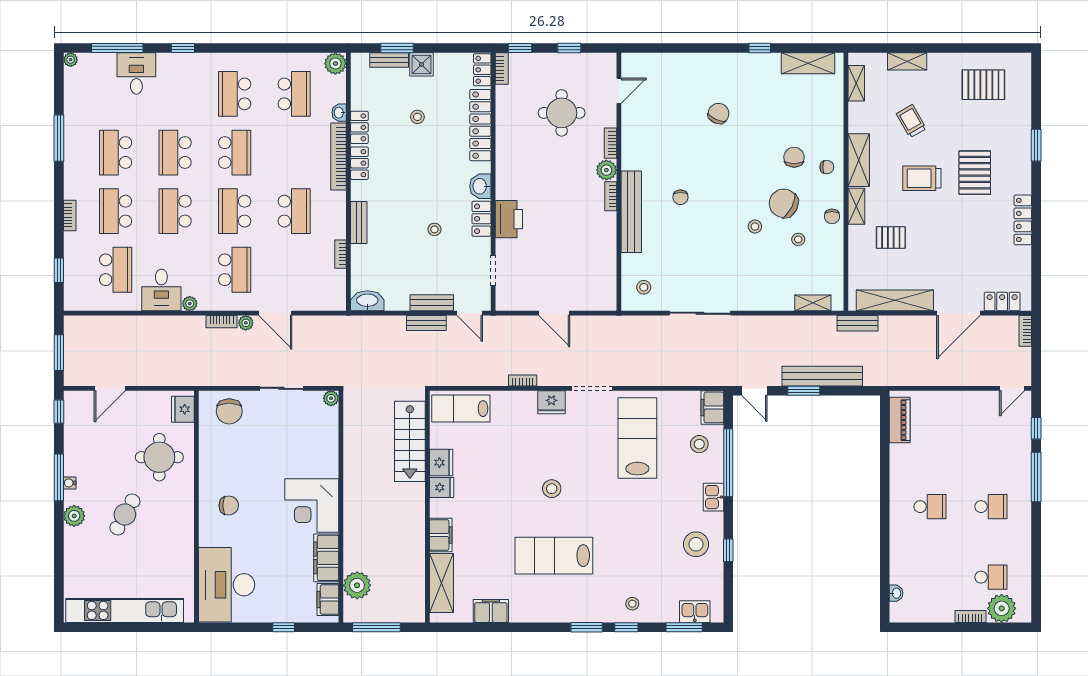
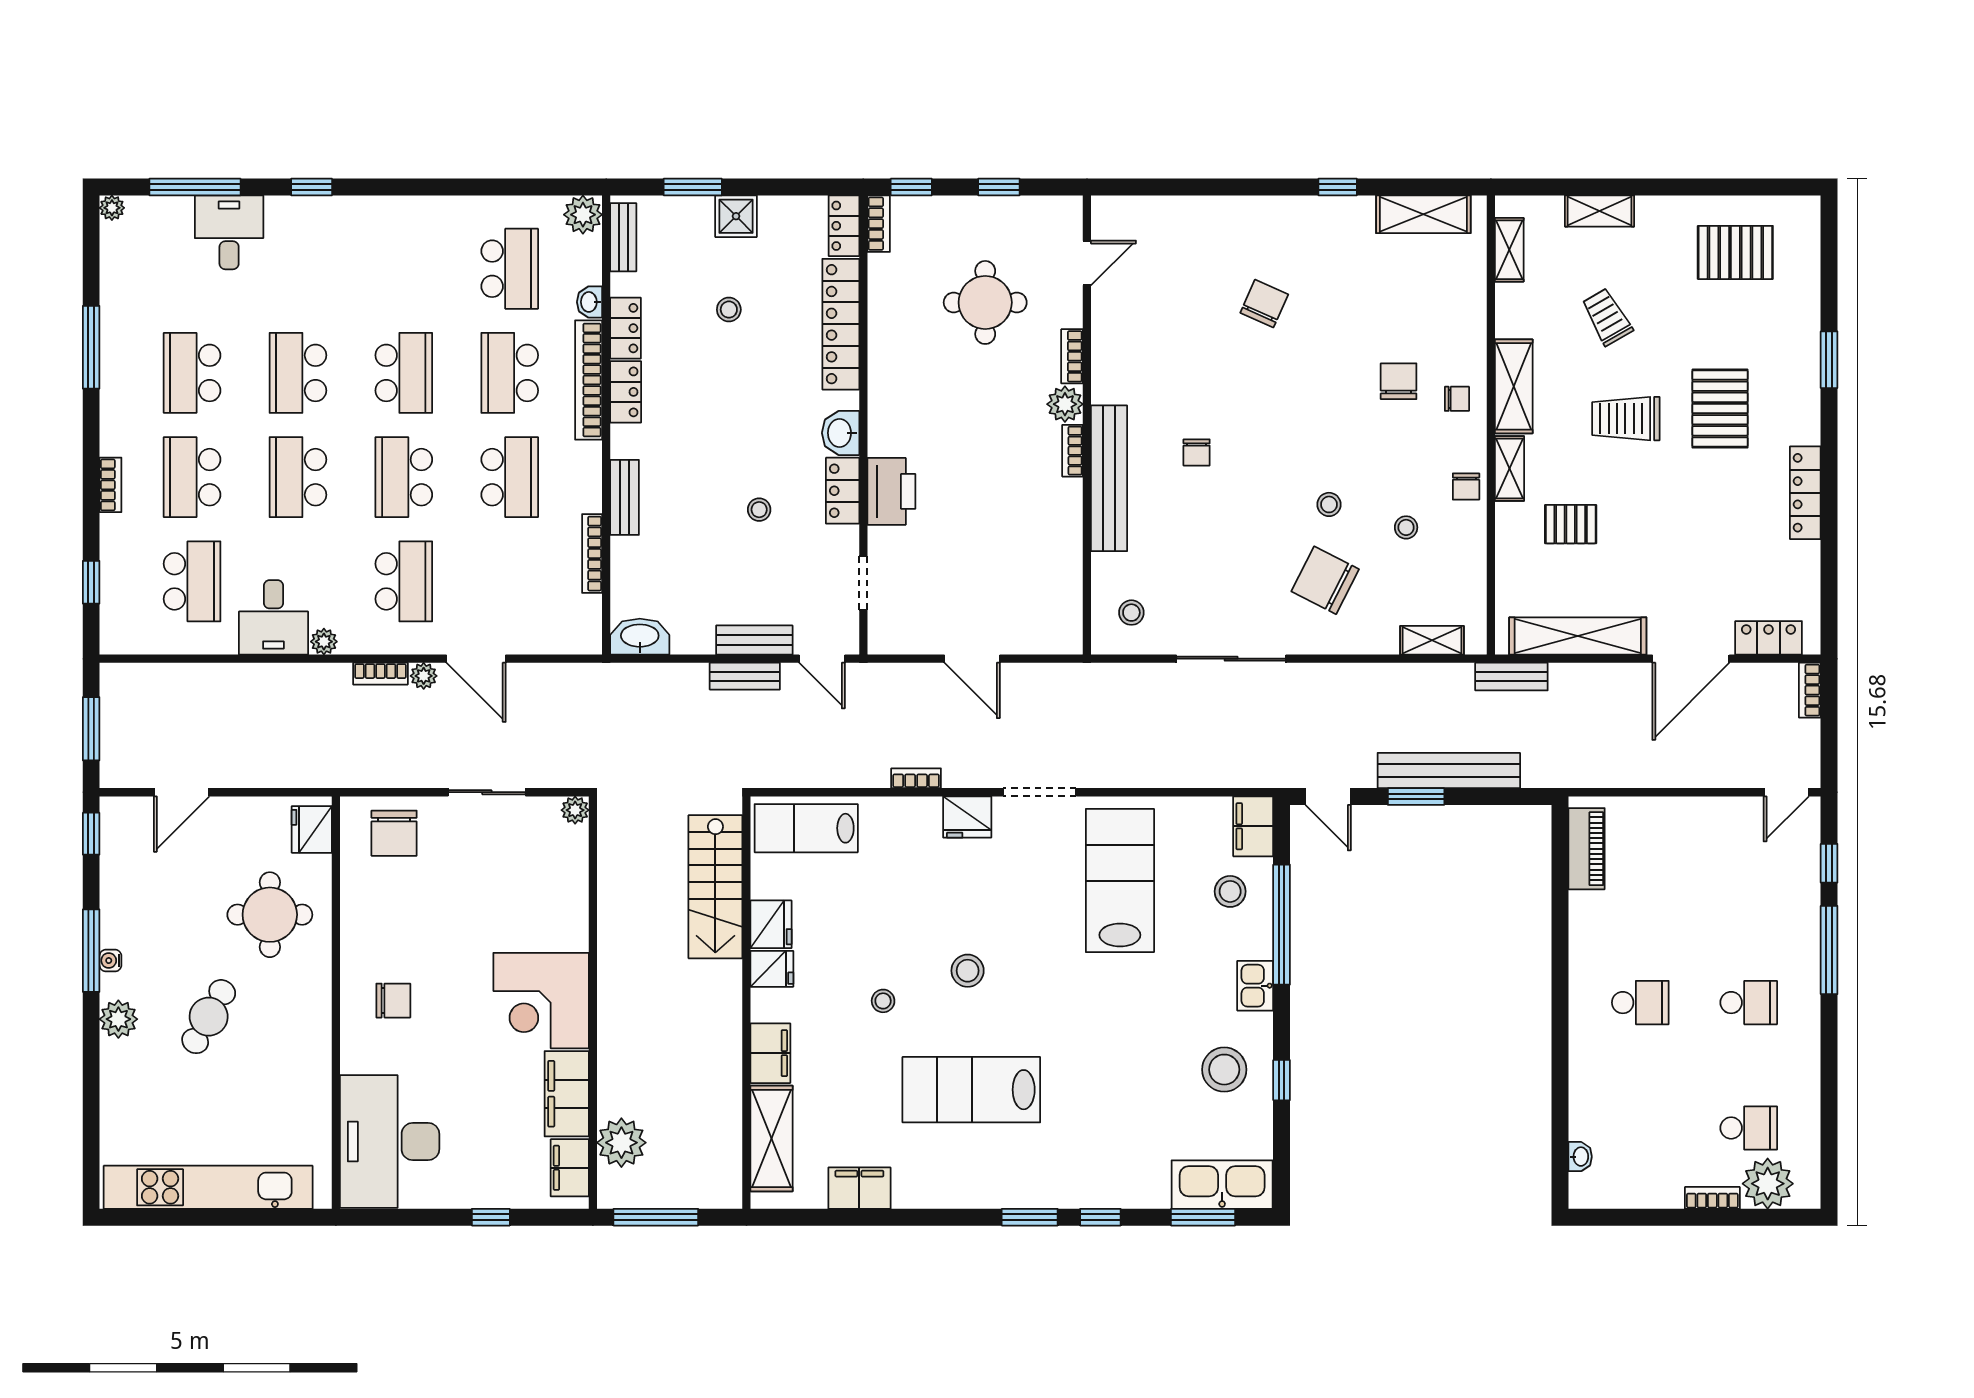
bench: (389, 60) -> (623, 237), moved, turned 90
school desk: (235, 94) -> (510, 373), moved
chair: (784, 203) -> (1325, 580), moved
bookcase: (341, 254) -> (592, 554), width x1.56
stool: (632, 604) -> (883, 1001), moved
kitchen sink: (695, 612) -> (1222, 1185), width x1.88, depth x1.24

